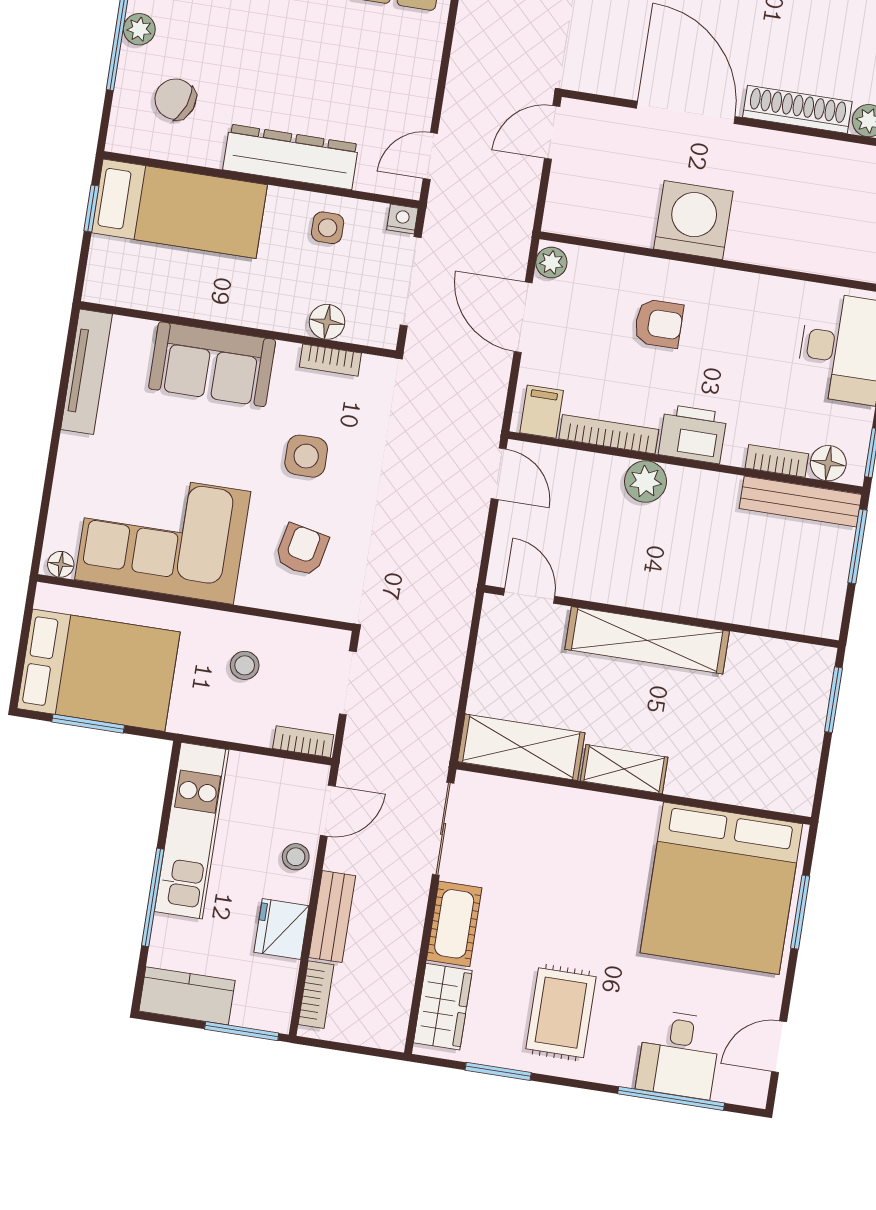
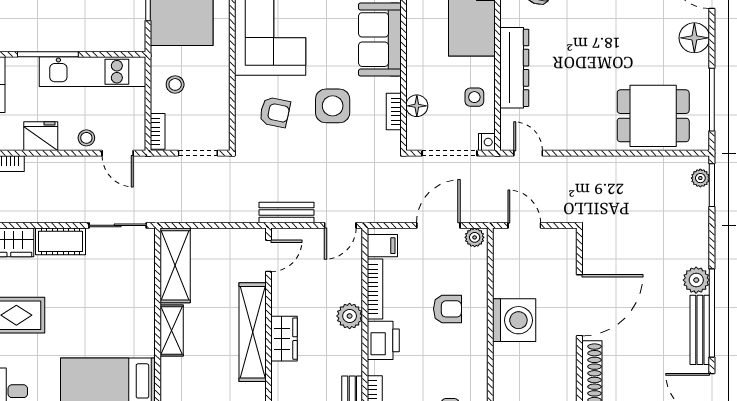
door: (552, 132) -> (524, 225), moved
armchair: (659, 324) -> (448, 309), turned -90
side table: (306, 456) -> (333, 106), width x1.37, depth x1.37
wardrobe: (665, 592) -> (284, 339), added
stool: (245, 665) -> (175, 84), moved
bench: (332, 917) -> (287, 213), moved

